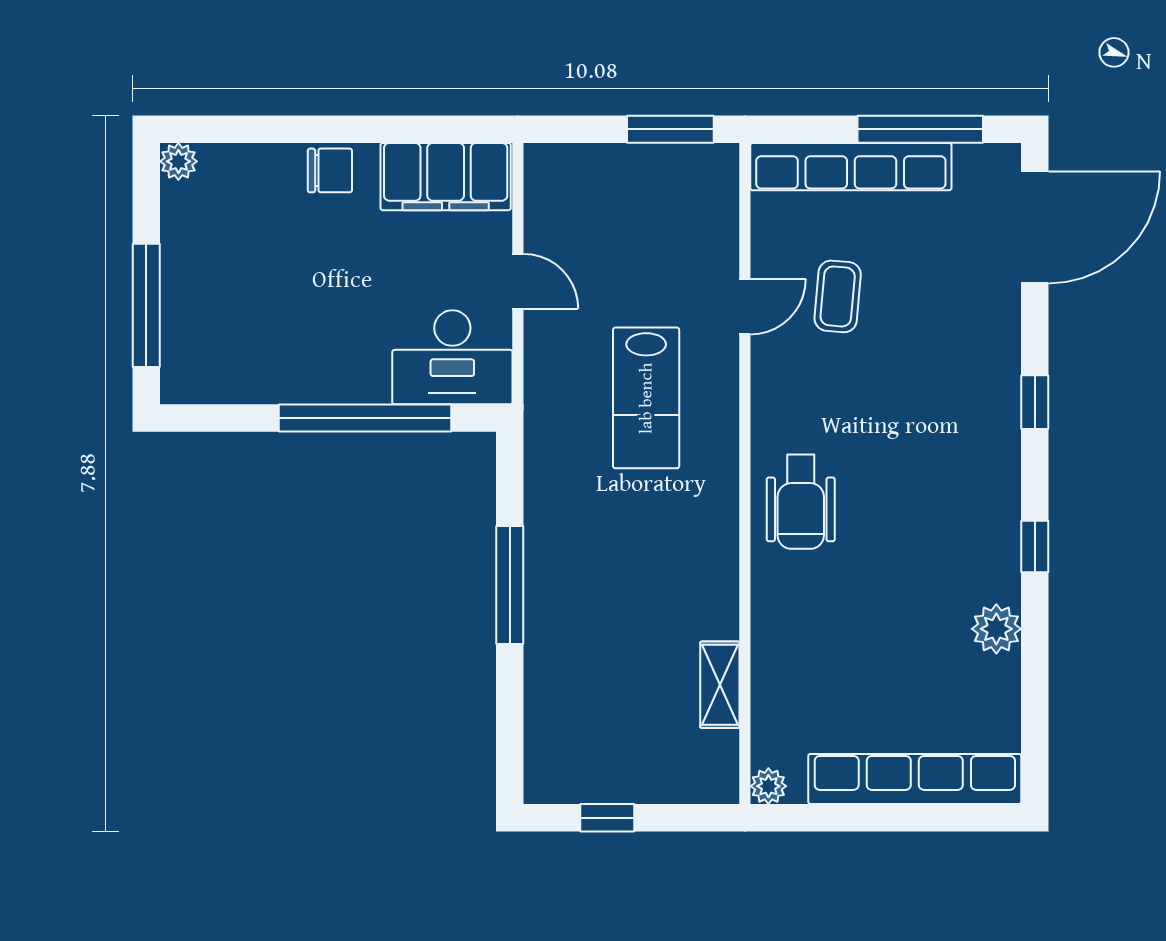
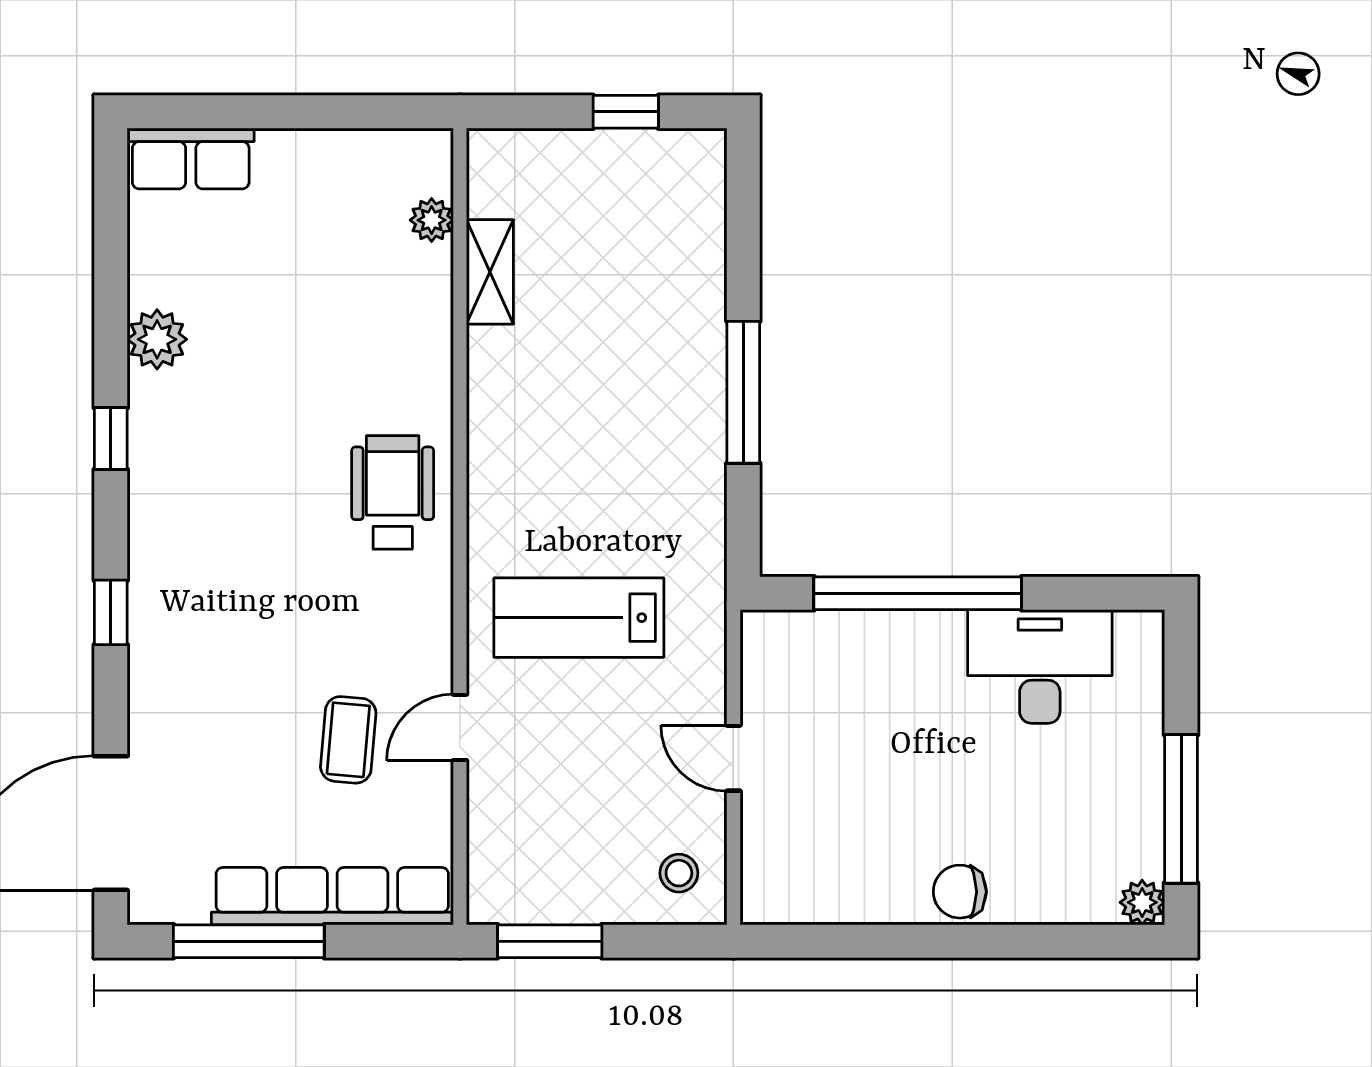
filing cabinet: (446, 177) -> (820, 884), removed
stool: (563, 186) -> (679, 873), added
window: (146, 305) -> (1181, 809), moved
desk: (452, 357) -> (1040, 667), moved
lab bench: (646, 398) -> (579, 618), turned -90
row of seats: (915, 779) -> (191, 159), width x0.50
plant: (768, 786) -> (432, 220), moved

